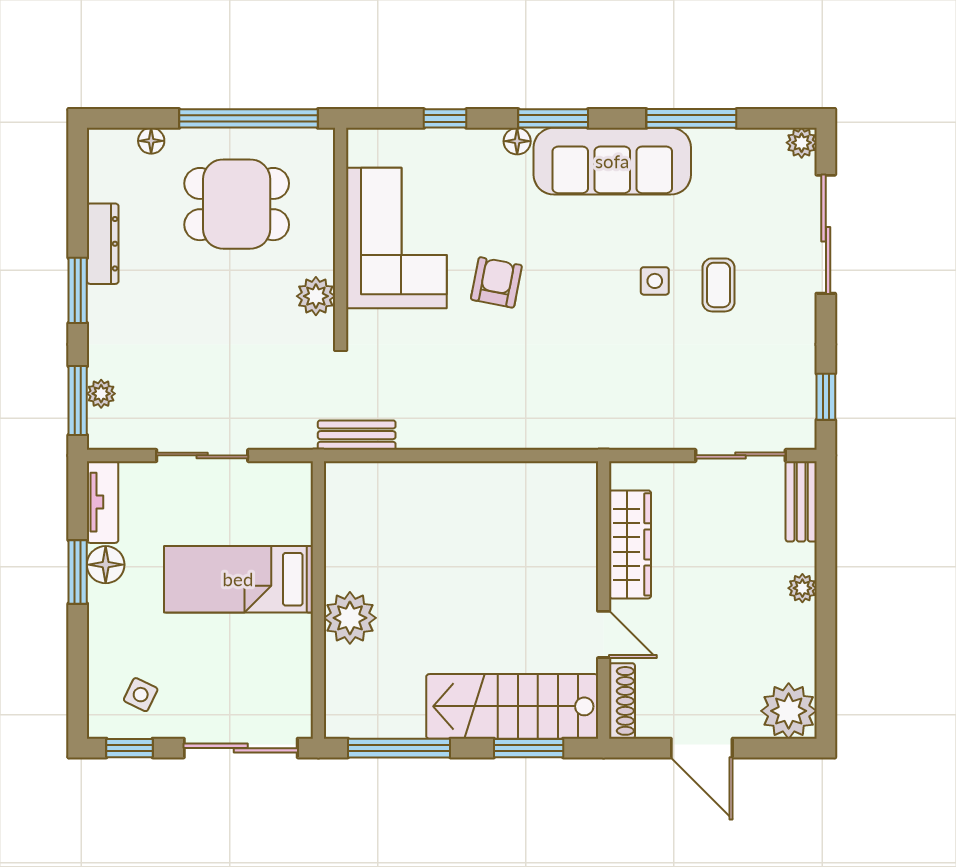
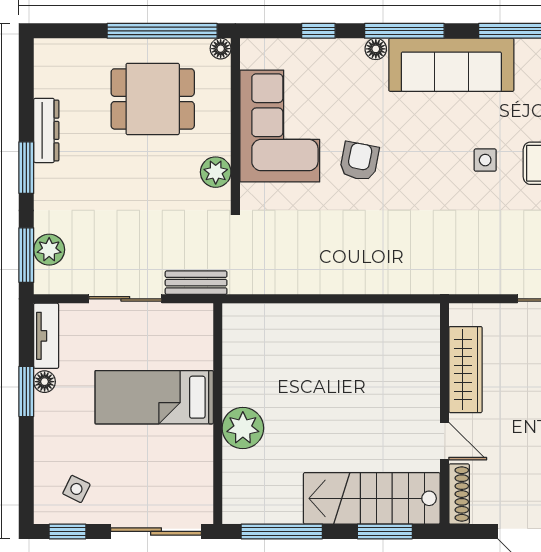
window: (553, 118) -> (404, 31), width x1.44
floor lamp: (151, 141) -> (221, 49), moved
plant: (101, 394) -> (49, 250), width x1.38, depth x1.38
bench: (357, 435) -> (196, 283), moved
floor lamp: (106, 565) -> (45, 382), width x0.73, depth x0.73

